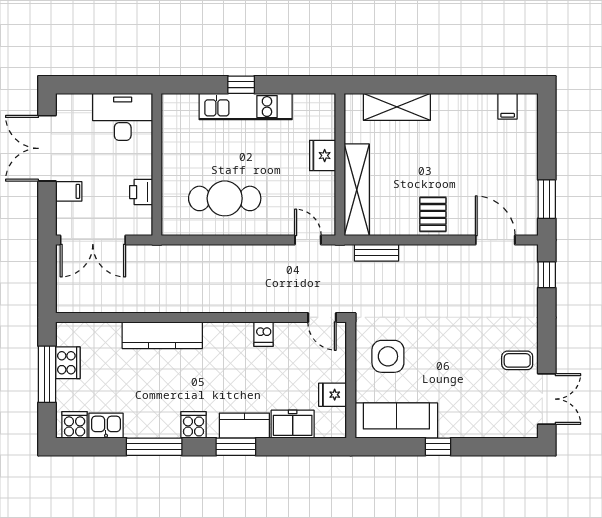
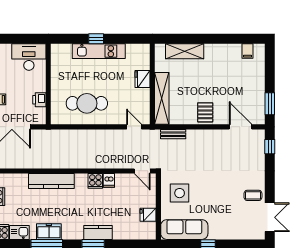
freezer: (293, 424) -> (49, 232), moved
cooker: (194, 425) -> (95, 181), moved, turned 180

